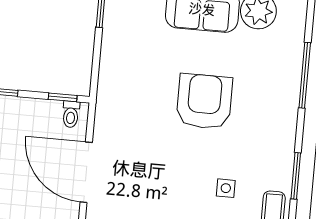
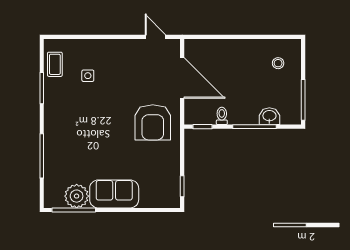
armchair: (204, 101) -> (153, 122), moved
toilet: (71, 114) -> (222, 116), moved

